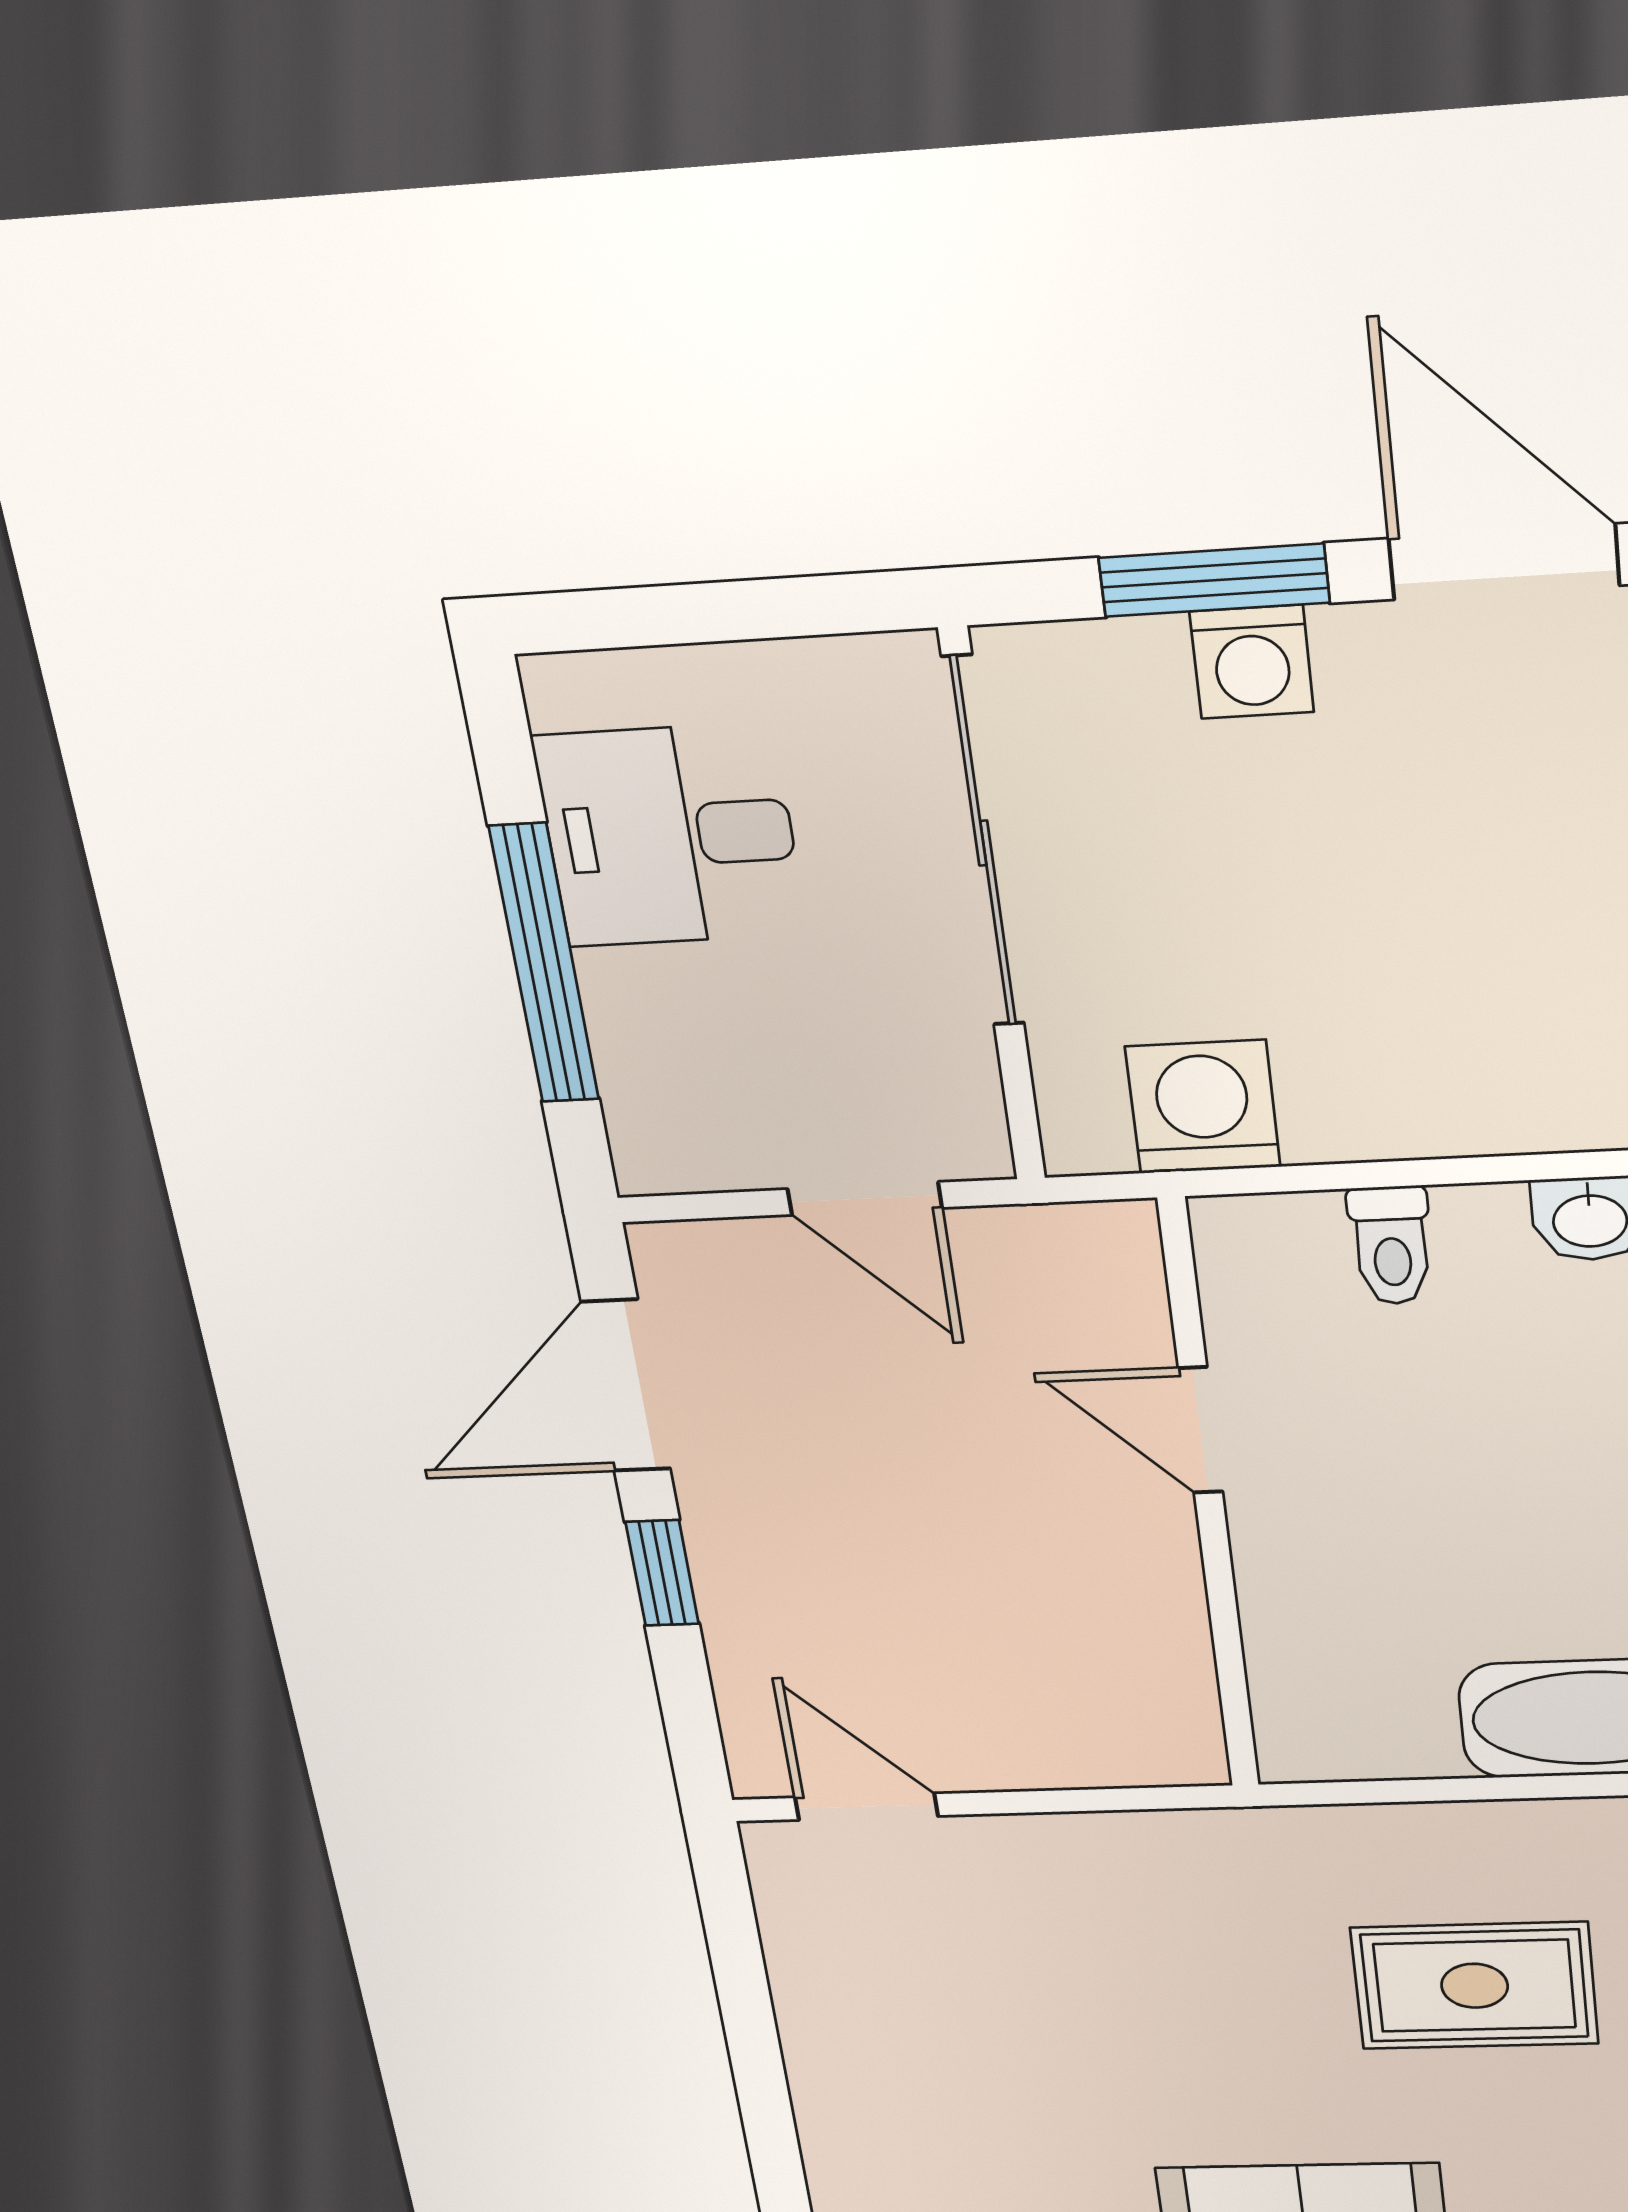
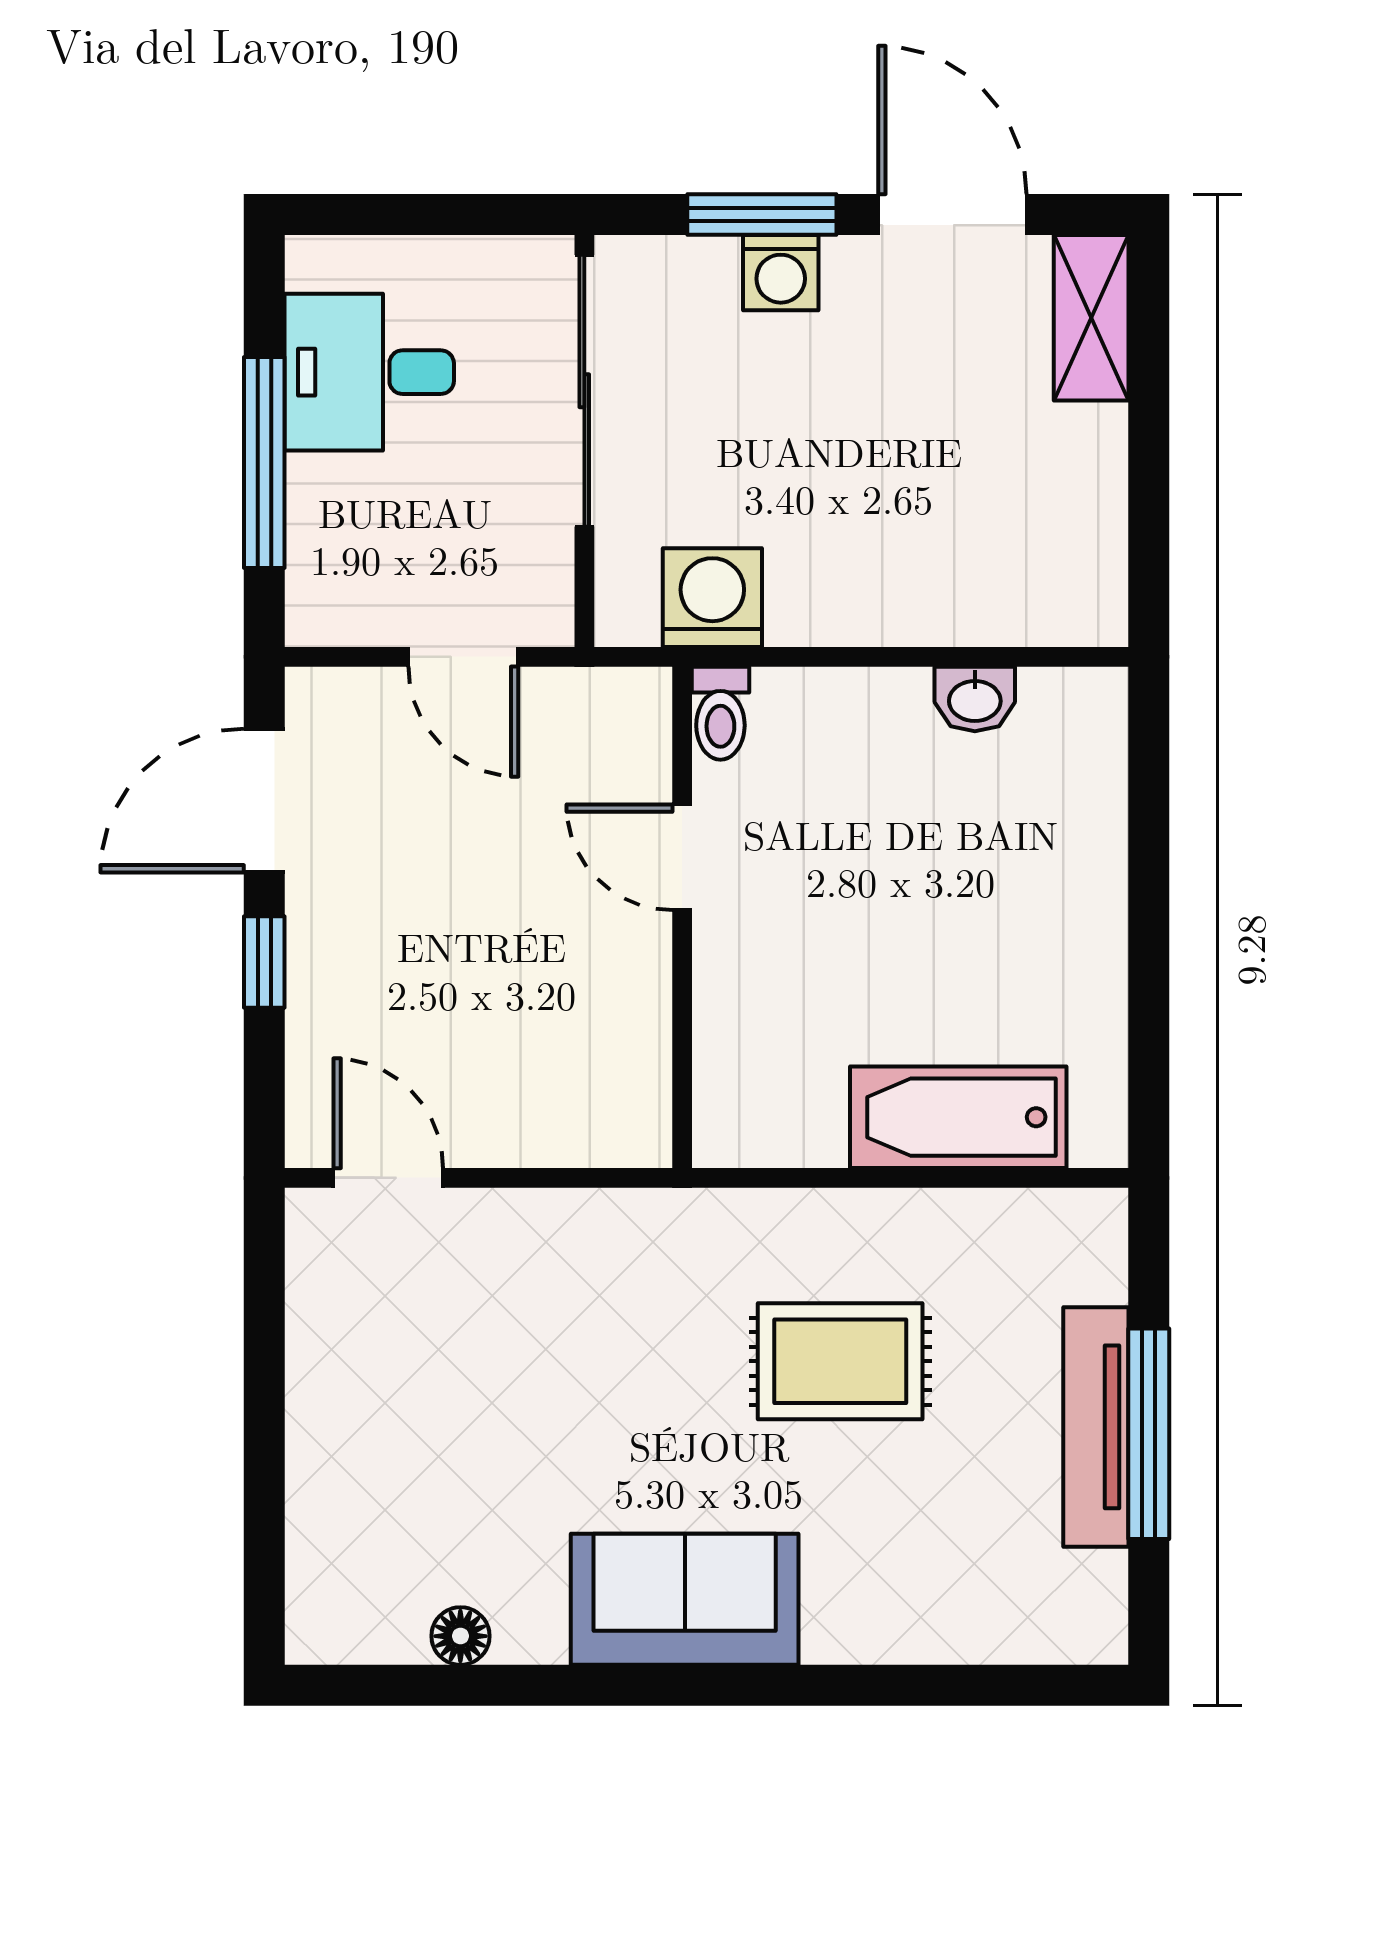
toilet: (1391, 1245) -> (720, 713), moved

